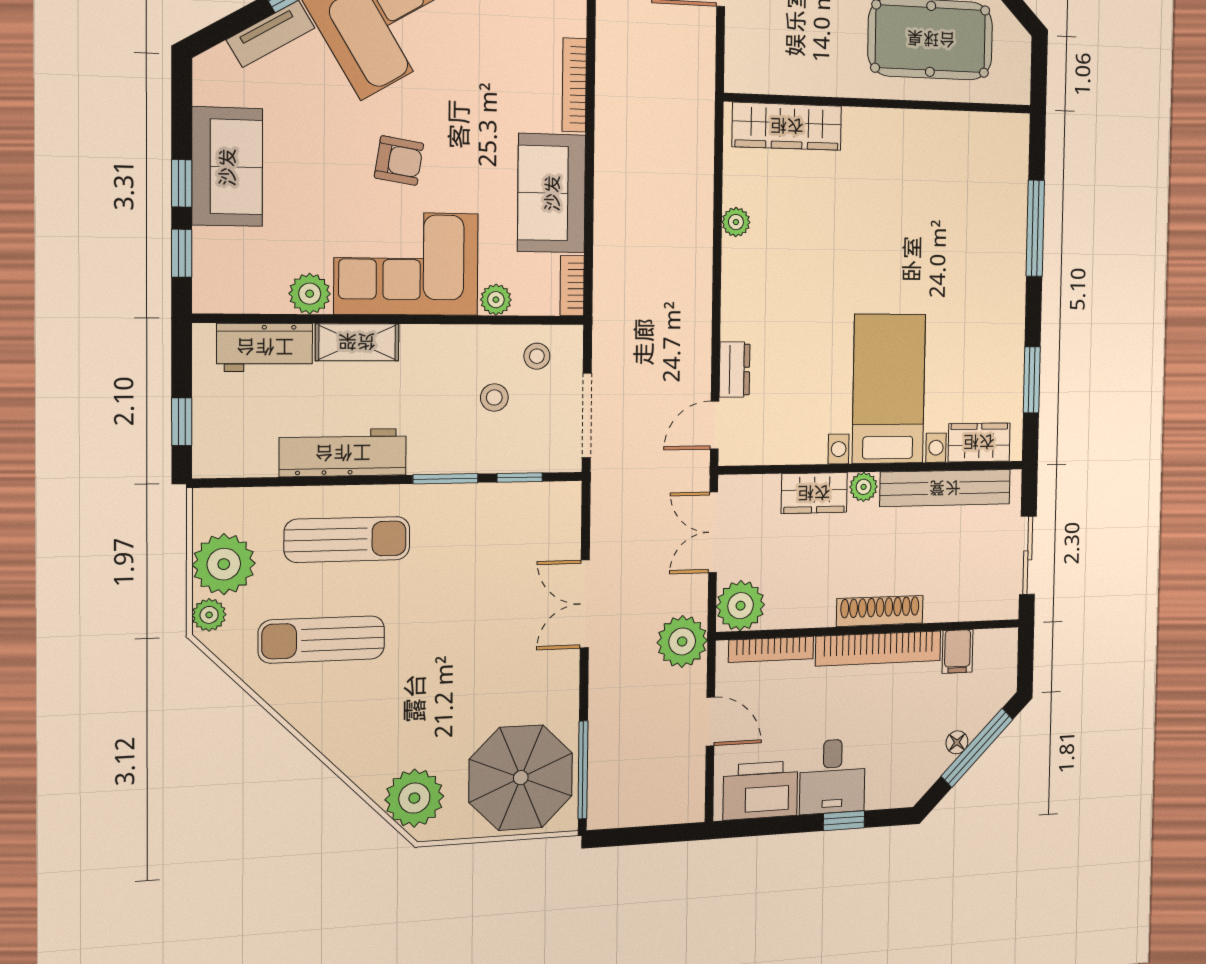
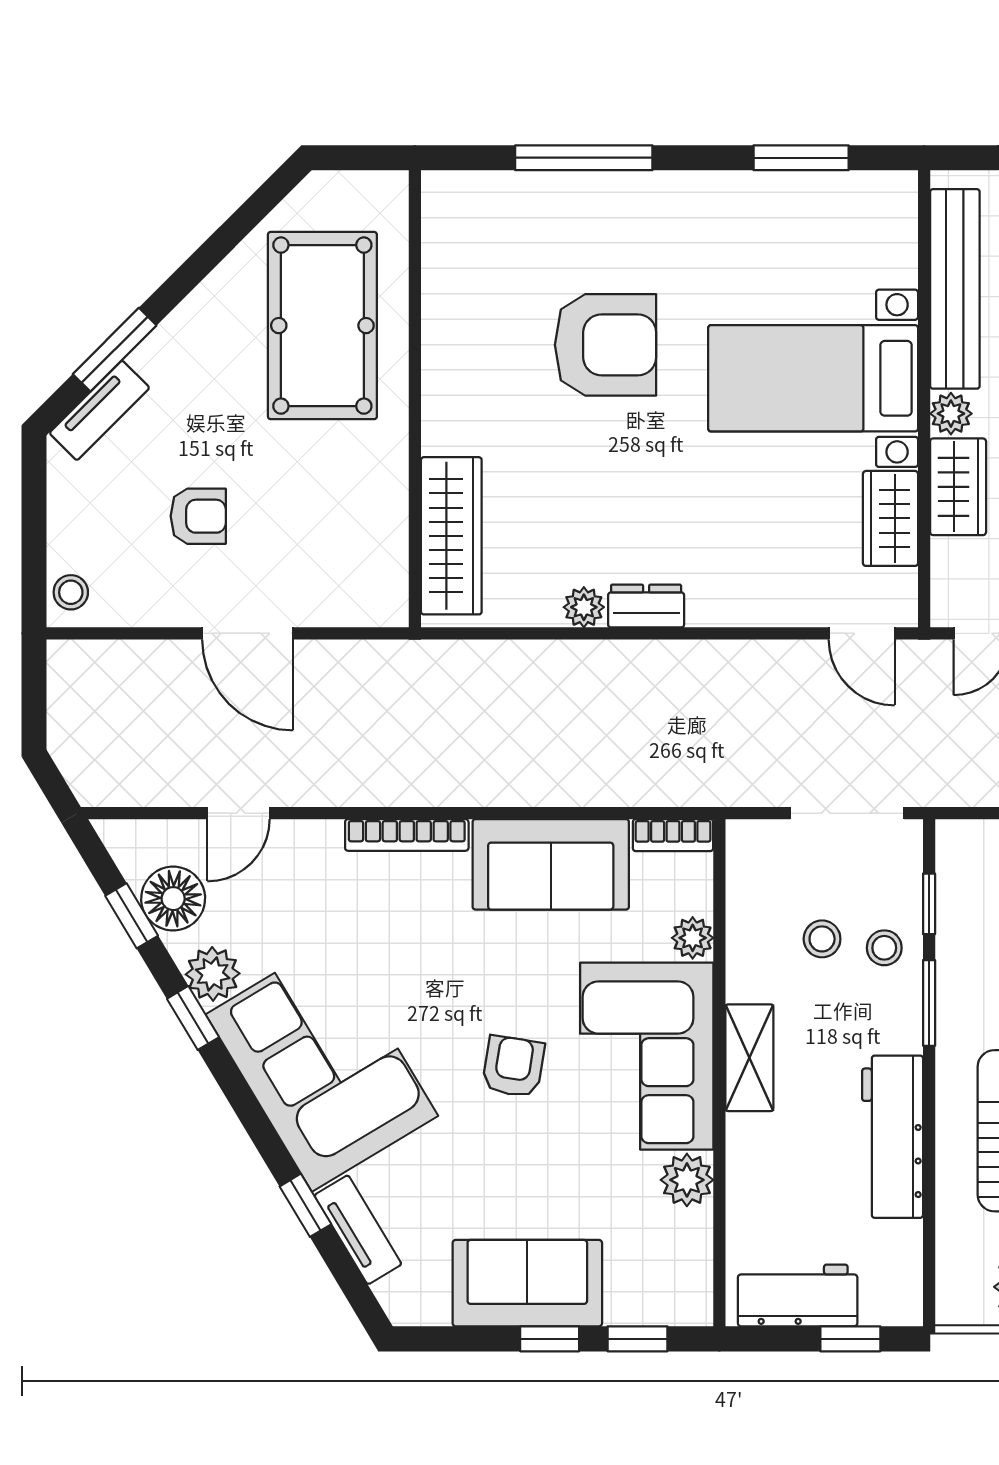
armchair: (914, 241) -> (605, 345), added
shelving: (357, 342) -> (749, 1058), moved
workbench: (265, 347) -> (798, 1295), moved, turned -90
stool: (537, 356) -> (884, 948), moved
dresser: (735, 369) -> (646, 606), moved
wardrobe: (979, 442) -> (890, 518), moved

